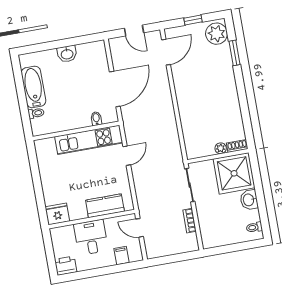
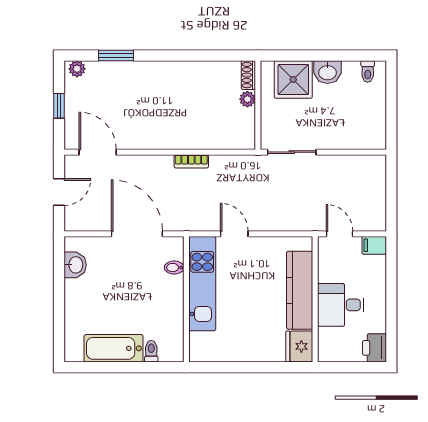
plant: (217, 34) -> (77, 69), width x0.53, depth x0.53
washbasin: (67, 54) -> (75, 265), moved
shower: (234, 173) -> (293, 79), width x0.73, depth x0.73
kitchen counter: (105, 206) -> (300, 290), width x1.50
bookcase: (189, 221) -> (191, 161), moved
door: (140, 228) -> (339, 234), swing flipped
filing cabinet: (121, 256) -> (374, 245), moved

